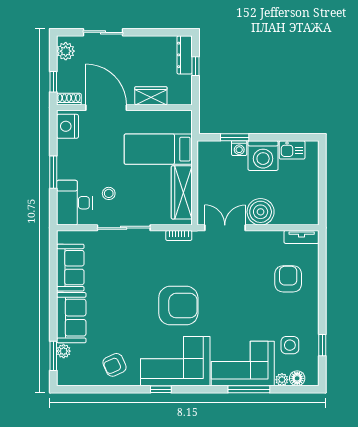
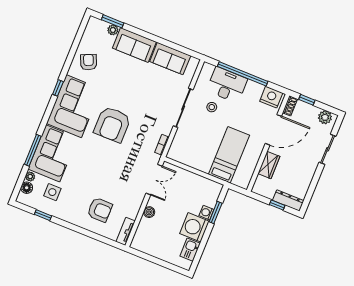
window: (53, 172) -> (243, 74), width x2.11
wardrobe: (182, 192) -> (192, 159), removed
desk: (74, 203) -> (227, 85), moved
boiler: (261, 212) -> (149, 212), width x0.54, depth x0.54

